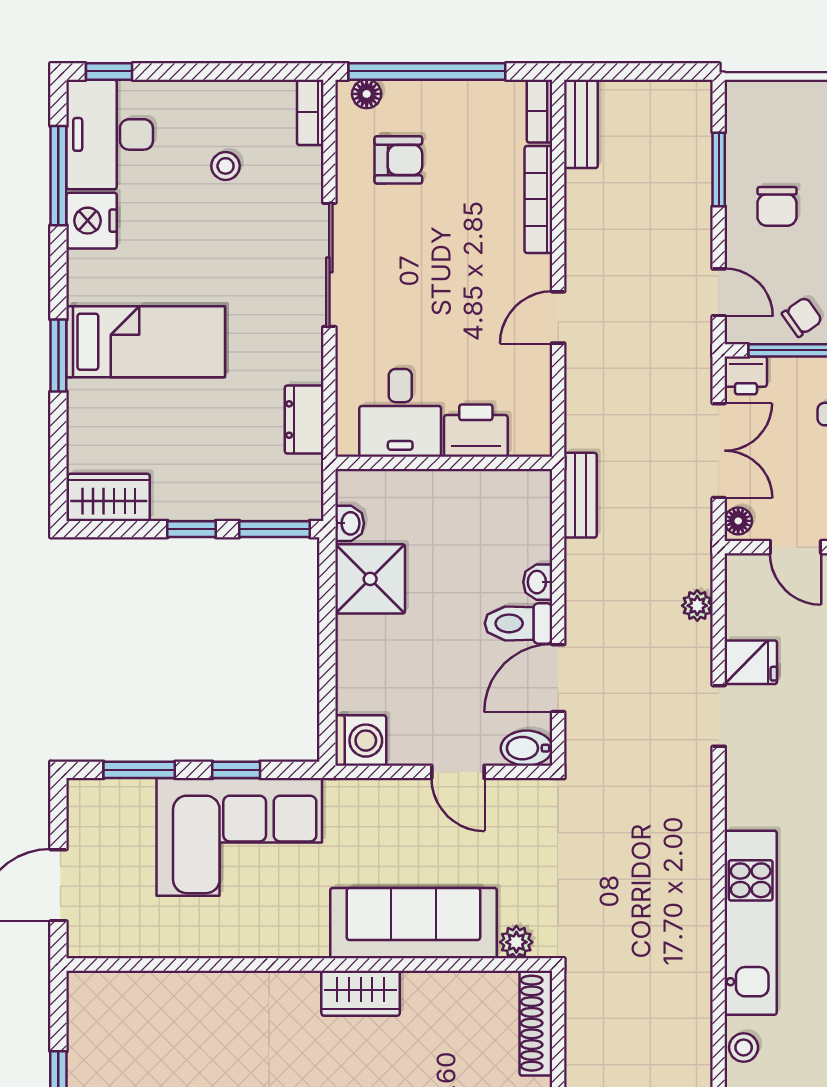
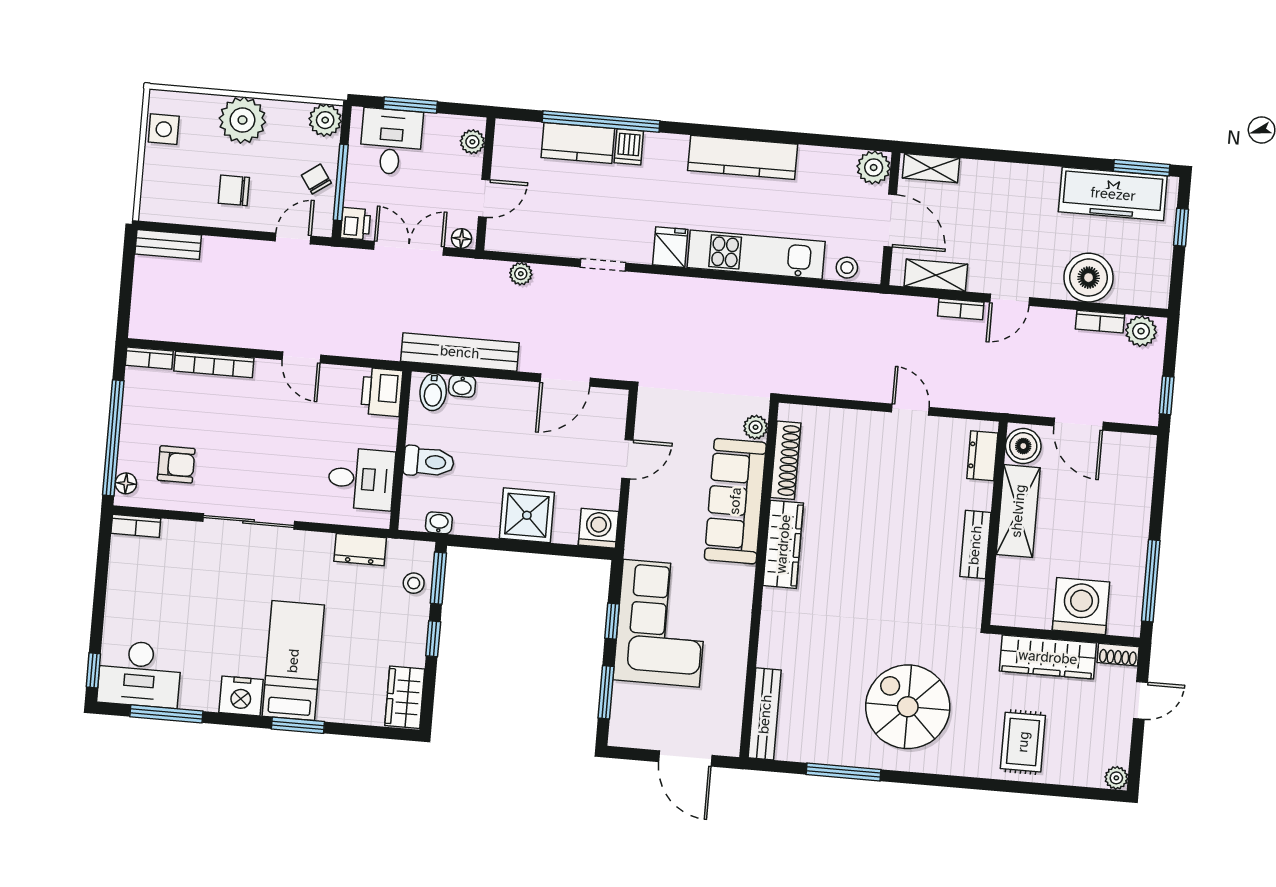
bench: (581, 124) -> (168, 244), moved
armchair: (398, 160) -> (176, 464), turned 90
stool: (226, 166) -> (414, 583), moved
window: (719, 169) -> (203, 231), removed
chair: (777, 206) -> (234, 190), turned 180
nightstand: (92, 221) -> (241, 696), moved
printer: (476, 431) -> (382, 392), moved
bench: (580, 495) -> (460, 352), width x1.86, depth x1.21
shower: (370, 579) -> (527, 515), moved
washbasin: (538, 582) -> (462, 386), moved
toilet: (519, 623) -> (429, 462), moved, turned -90
fridge: (751, 662) -> (670, 247), moved
door: (558, 678) -> (565, 380), hinge flipped
bidet: (526, 748) -> (433, 392), moved
bench: (128, 988) -> (765, 714), added
wardrobe: (361, 993) -> (783, 544), width x1.50
shoe rack: (536, 1023) -> (786, 460), moved, turned -90

